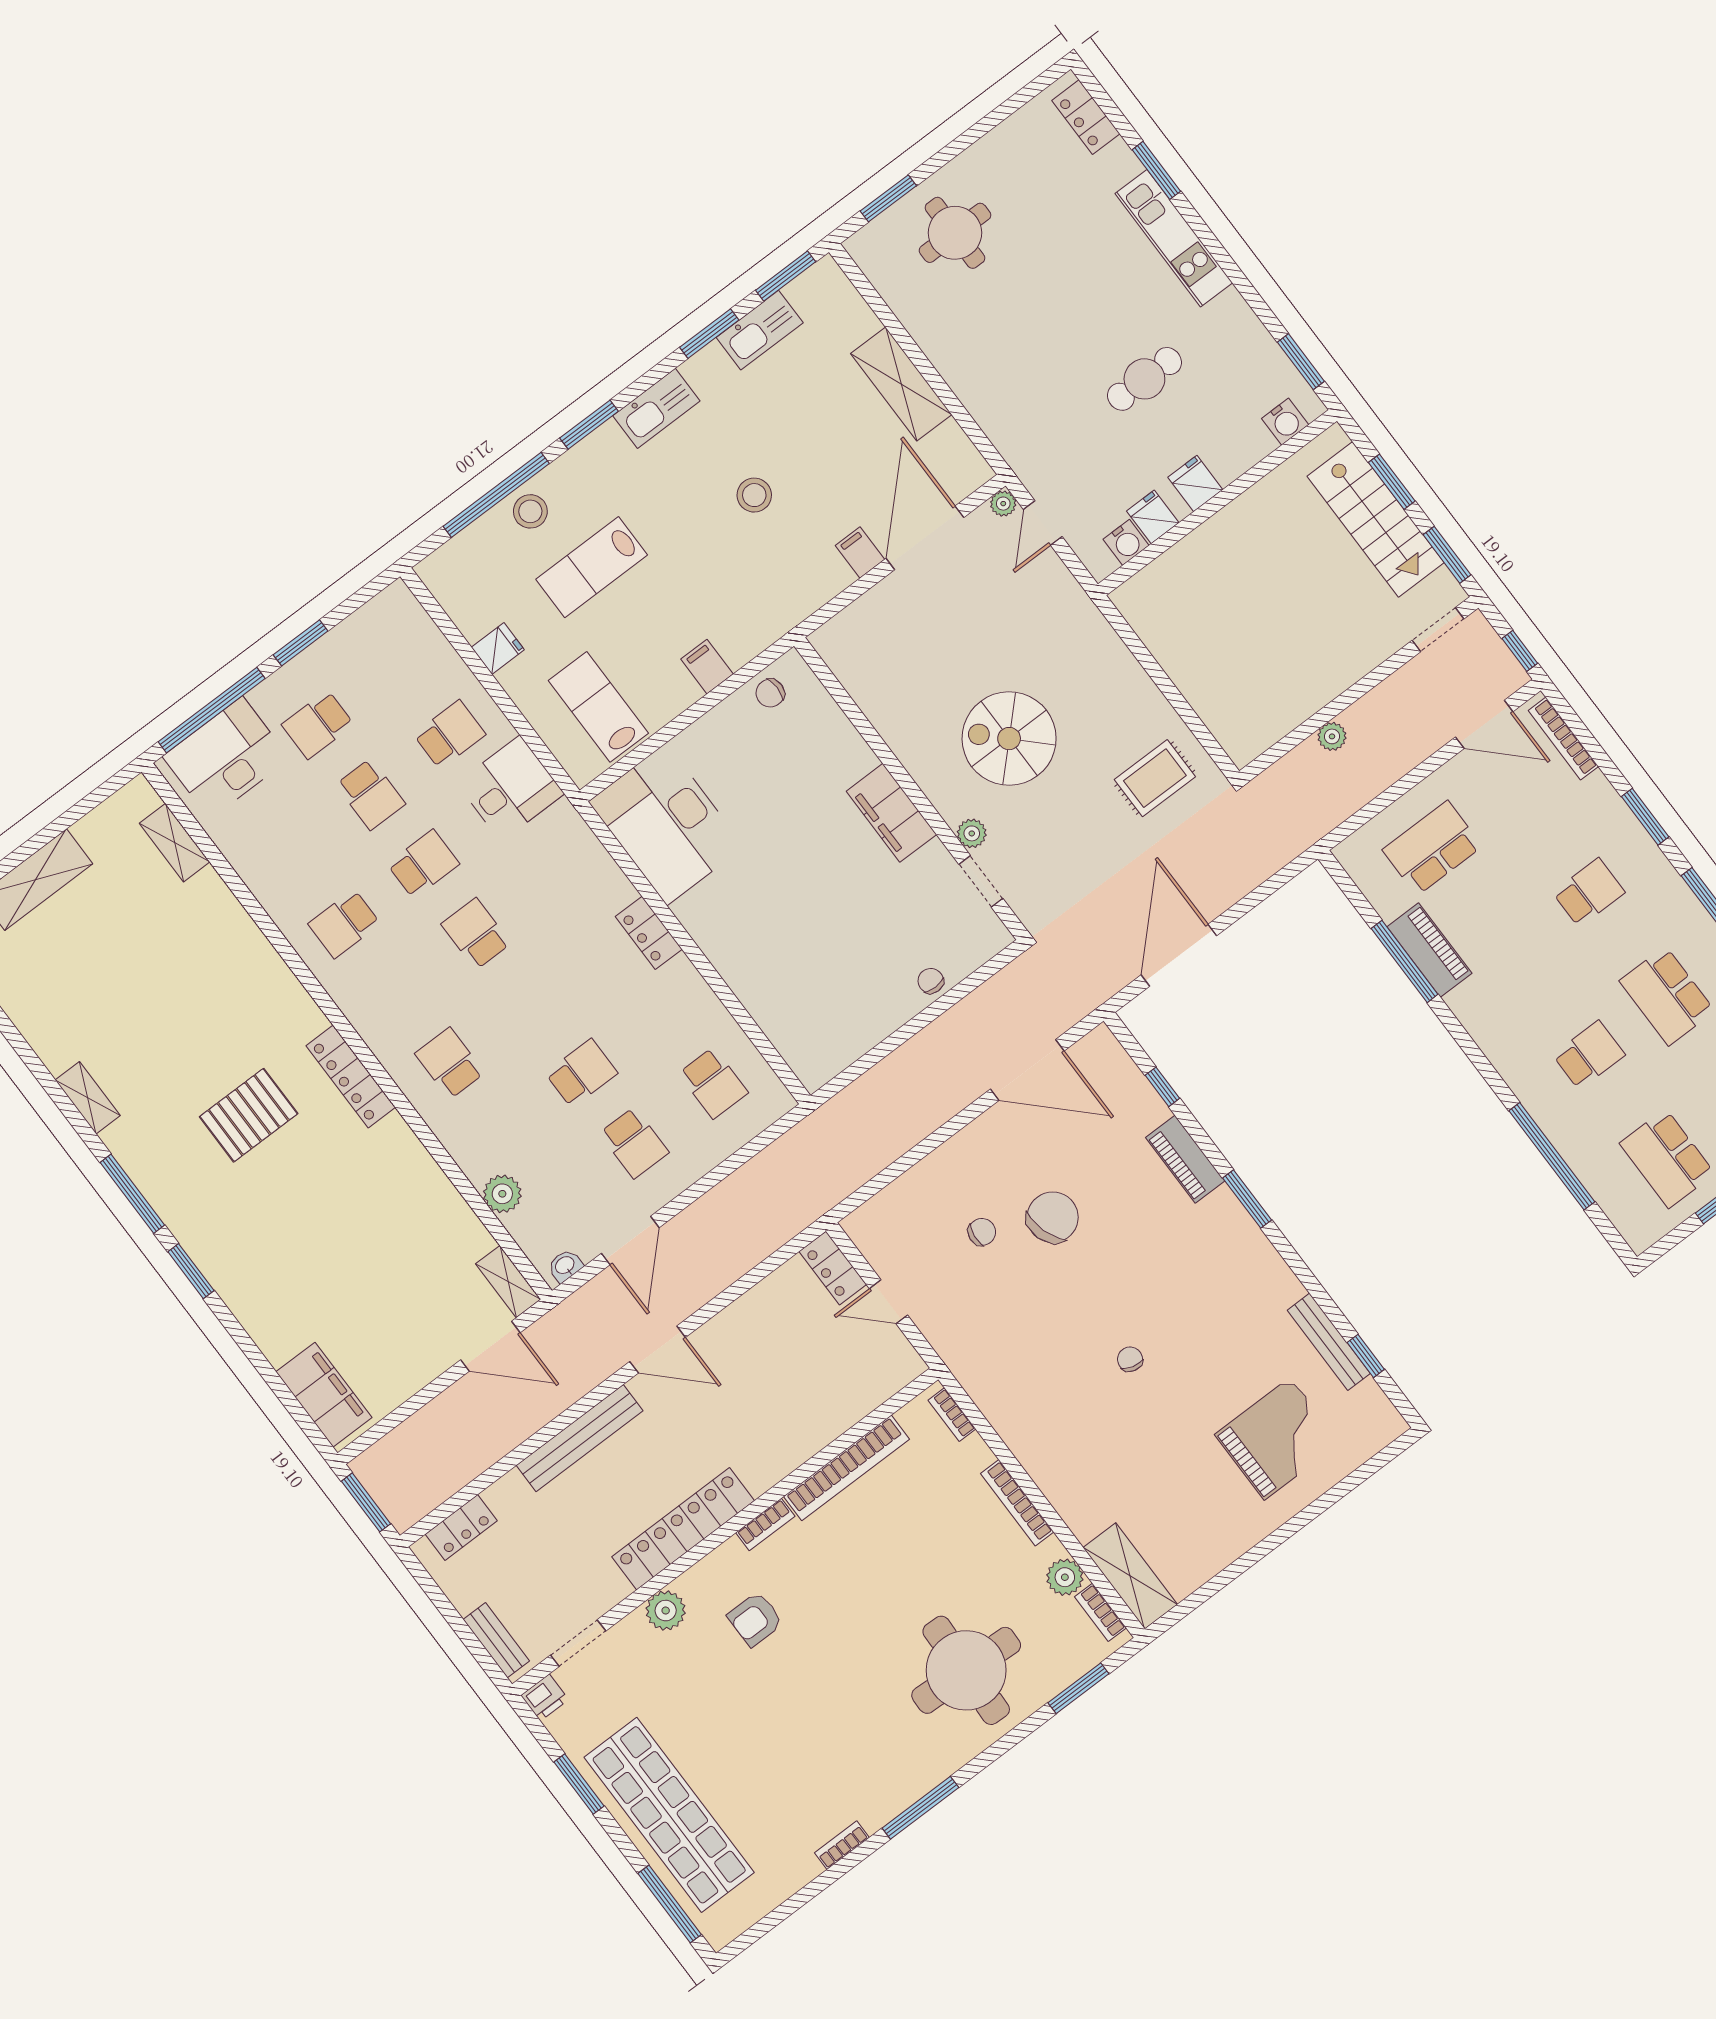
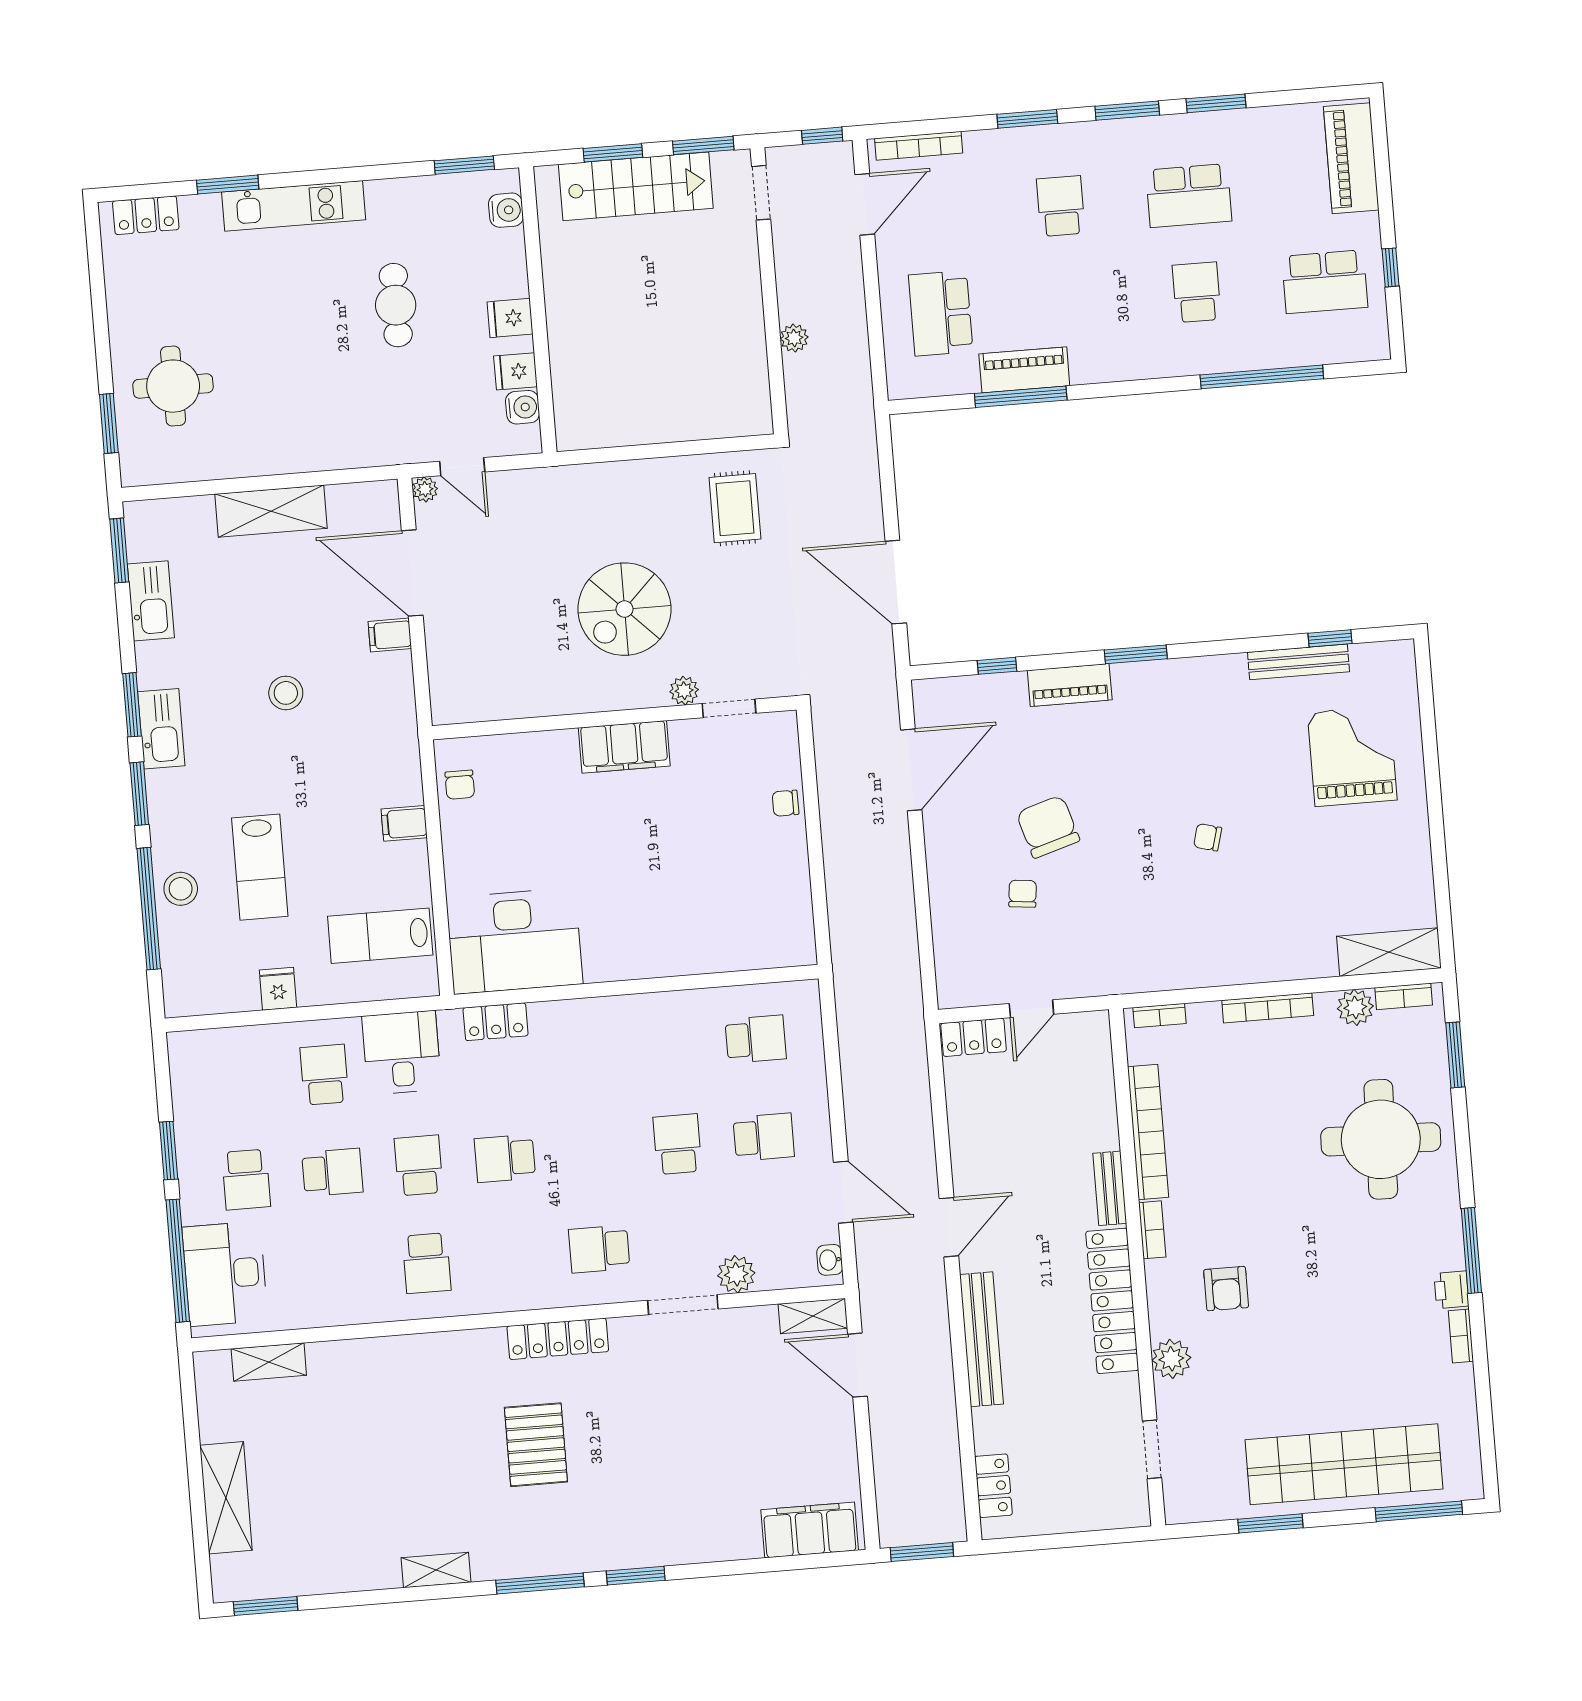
window: (709, 334) -> (132, 705), moved
locker: (649, 933) -> (496, 1022), moved
doorway: (448, 1165) -> (683, 1305), added
door: (490, 1346) -> (857, 1365), swing flipped
bench: (496, 1640) -> (1110, 1188), moved, turned 90
printer: (545, 1697) -> (1451, 1290), moved, turned 180

